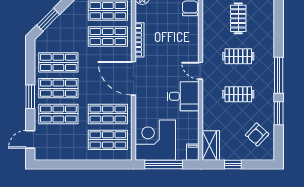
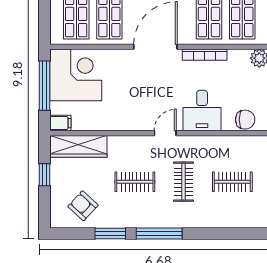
clothes rail: (238, 94) -> (135, 182), turned 90
desk: (183, 96) -> (202, 111), moved
wardrobe: (211, 145) -> (78, 146), width x1.50

